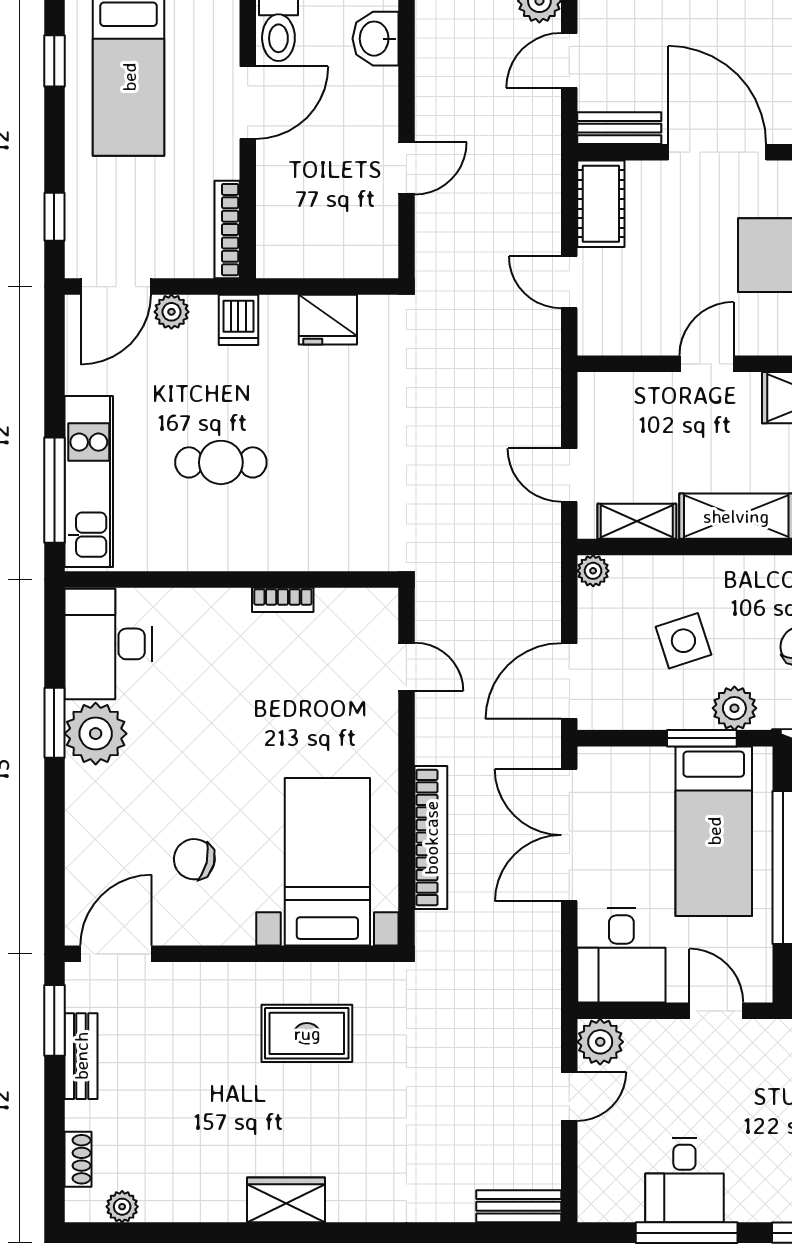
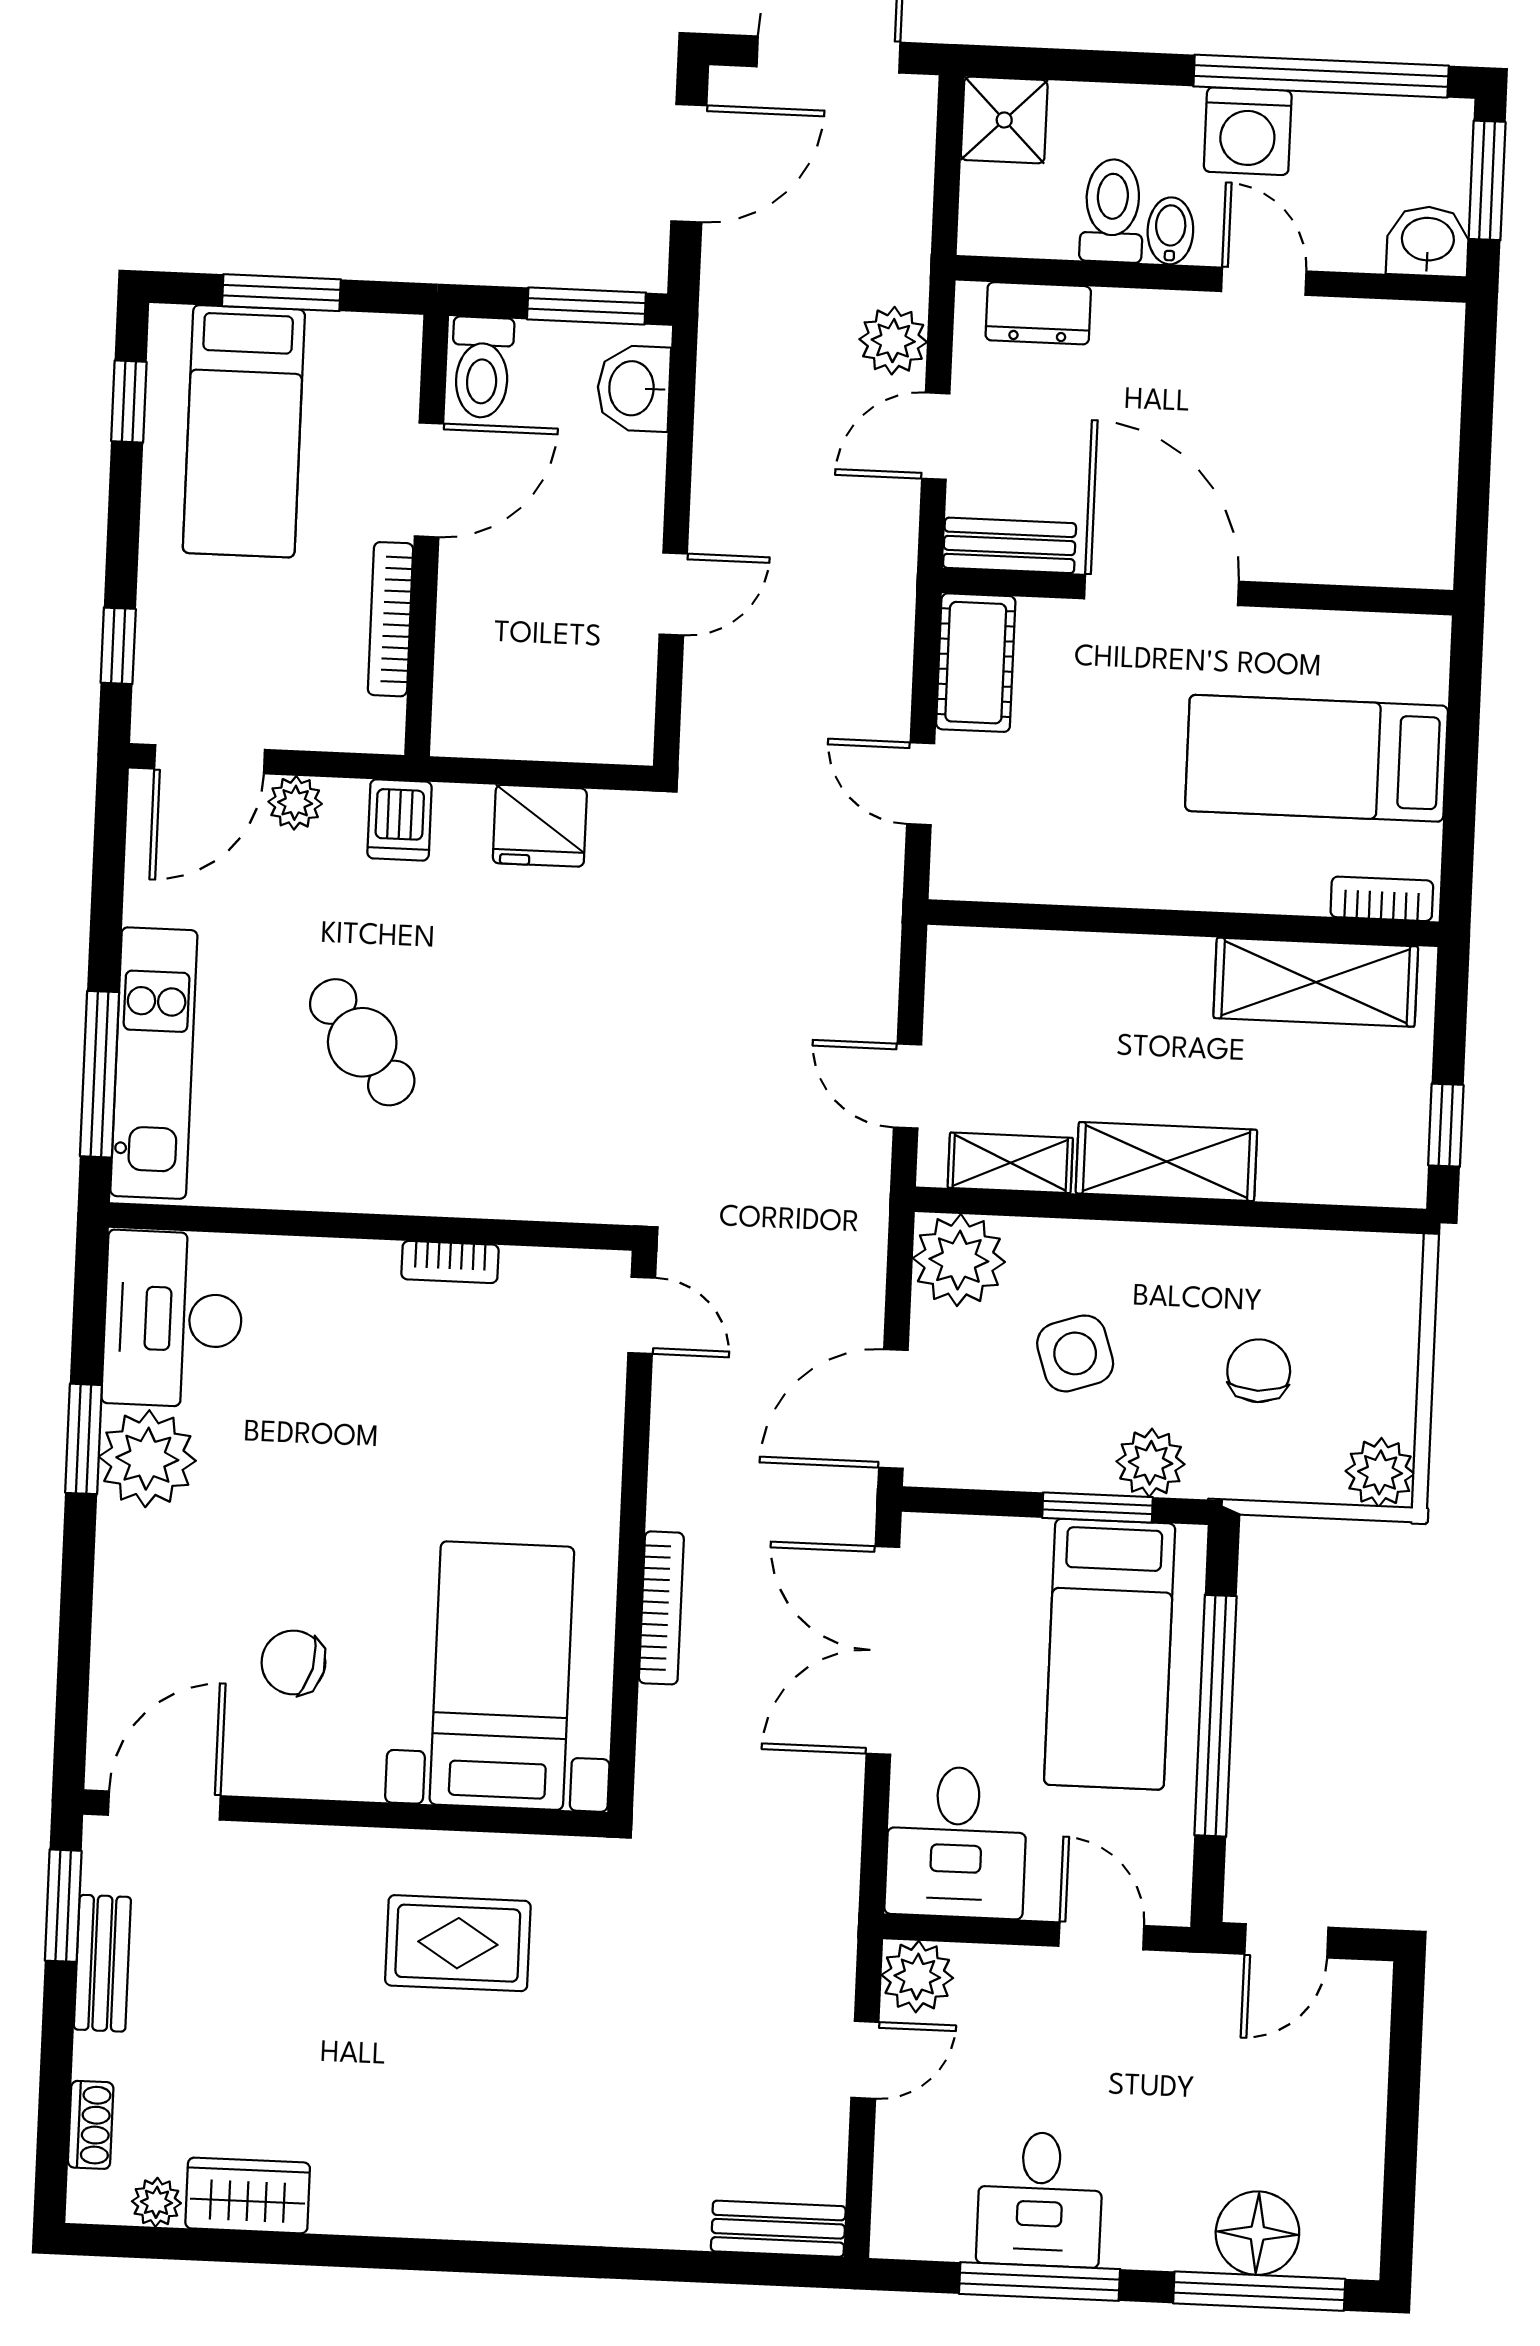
bookcase: (227, 230) -> (391, 619), moved
door: (707, 364) -> (1130, 921), removed
cafe table: (221, 462) -> (362, 1042), turned 52
plant: (593, 571) -> (959, 1260), width x1.88, depth x1.88
door: (406, 667) -> (642, 1315), moved
bookcase: (431, 838) -> (661, 1608), width x0.68, depth x0.76
wardrobe: (286, 1200) -> (248, 2195), moved

